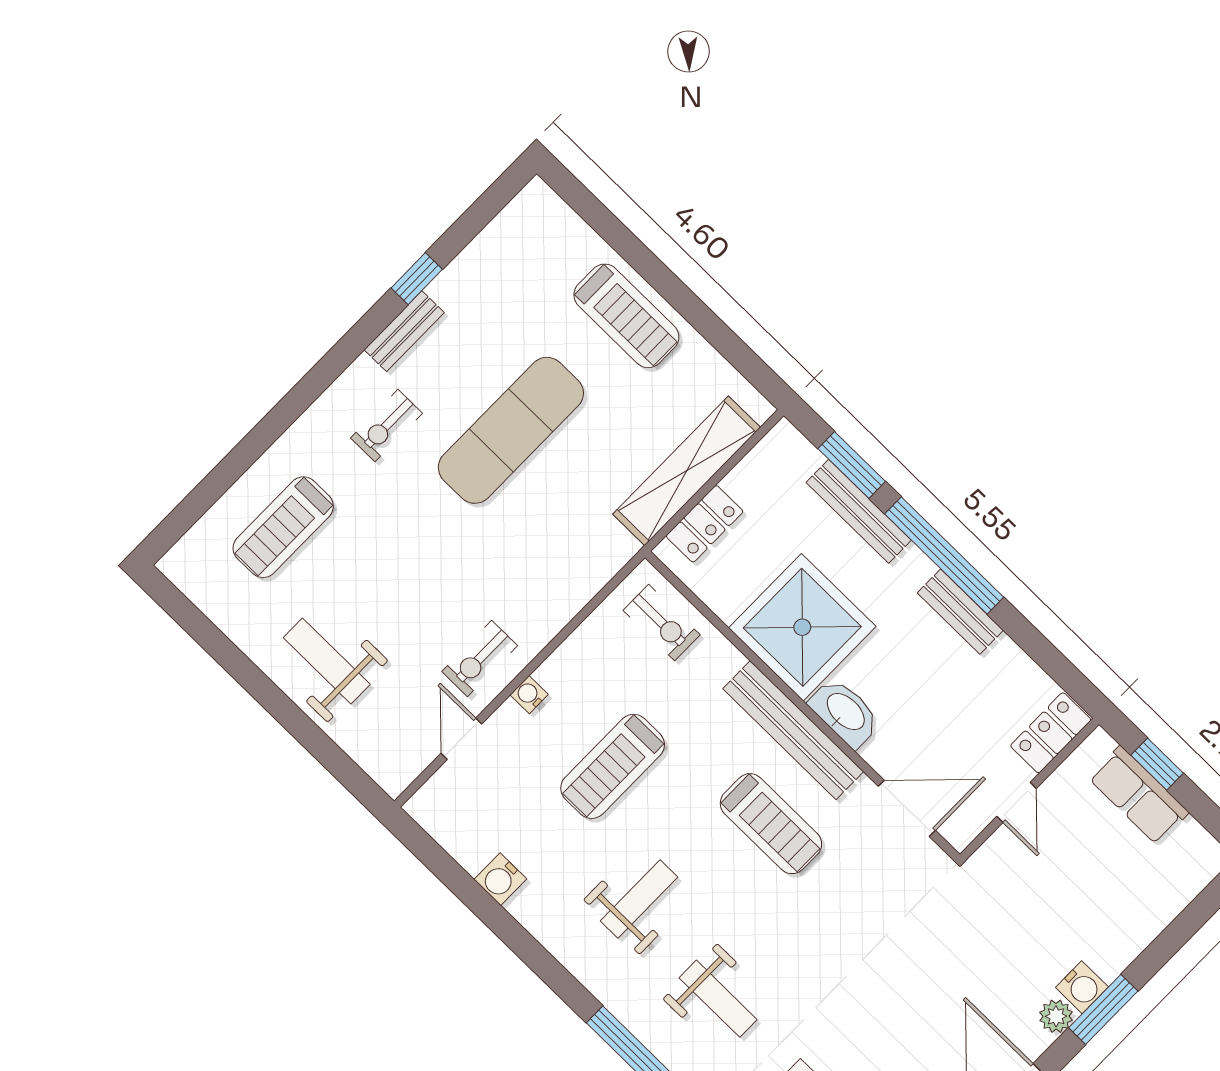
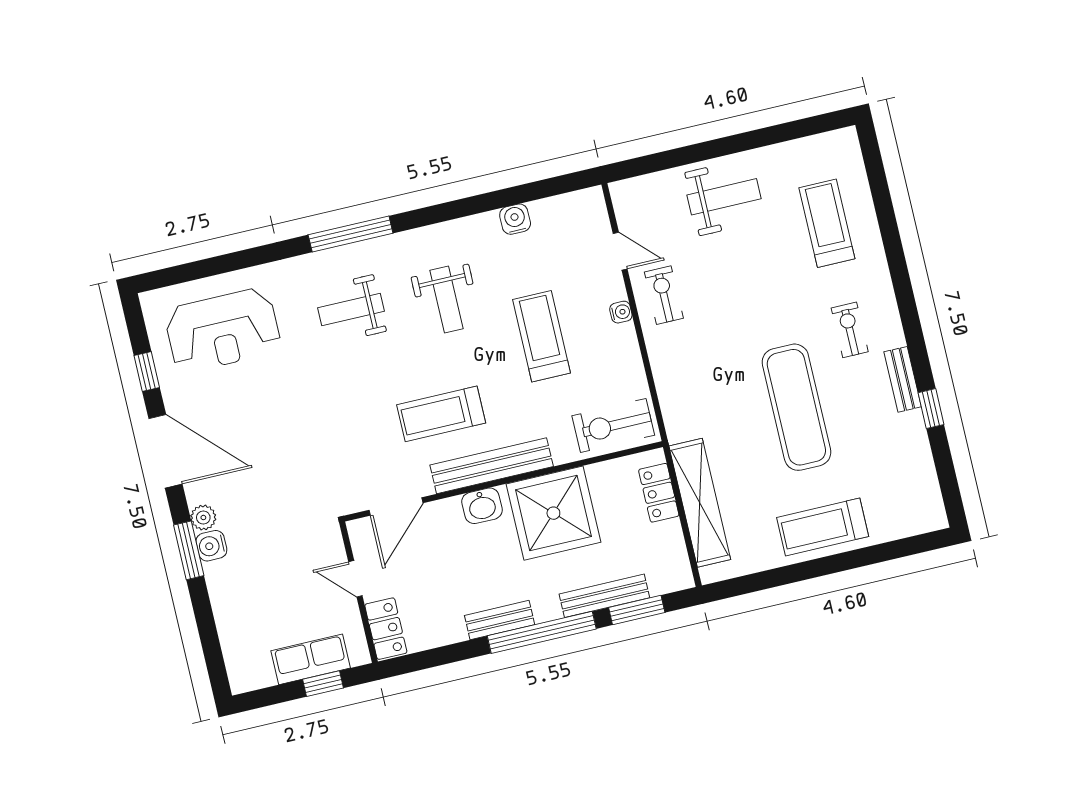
exercise bike: (662, 623) -> (613, 425), width x1.38, depth x1.39
washbasin: (845, 712) -> (482, 506), width x0.72

